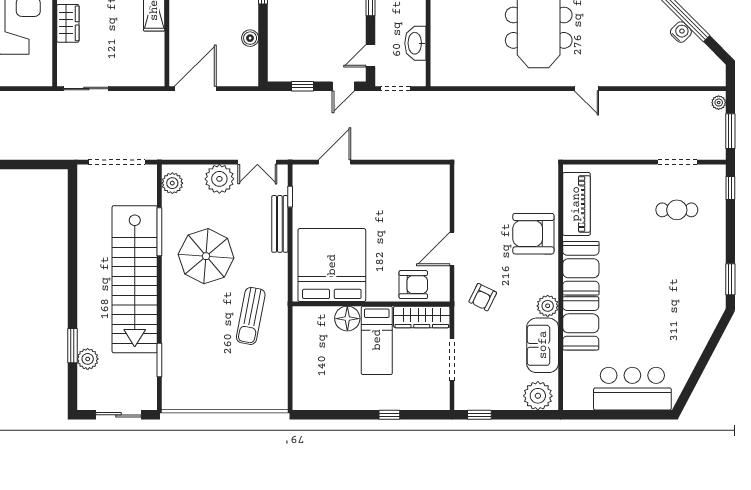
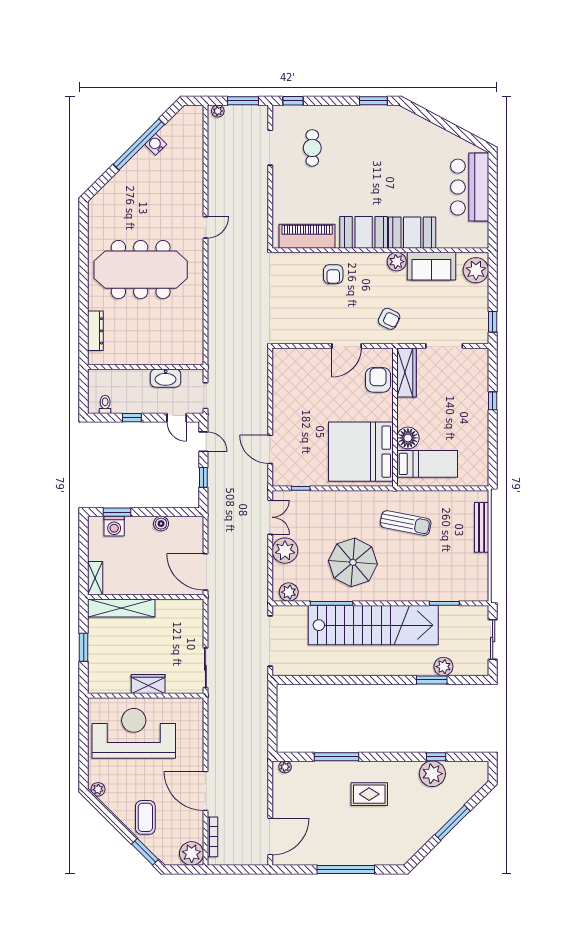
bench: (280, 224) -> (482, 527), moved, turned 90
armchair: (533, 234) -> (333, 274), width x0.53, depth x0.53
door: (452, 249) -> (347, 346), hinge flipped
bed: (377, 340) -> (427, 464), moved

